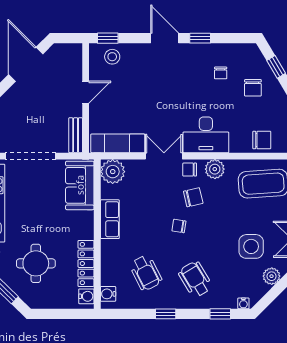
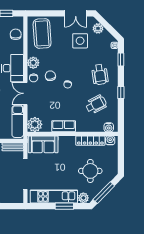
wheelchair: (195, 279) -> (100, 74), turned -67

